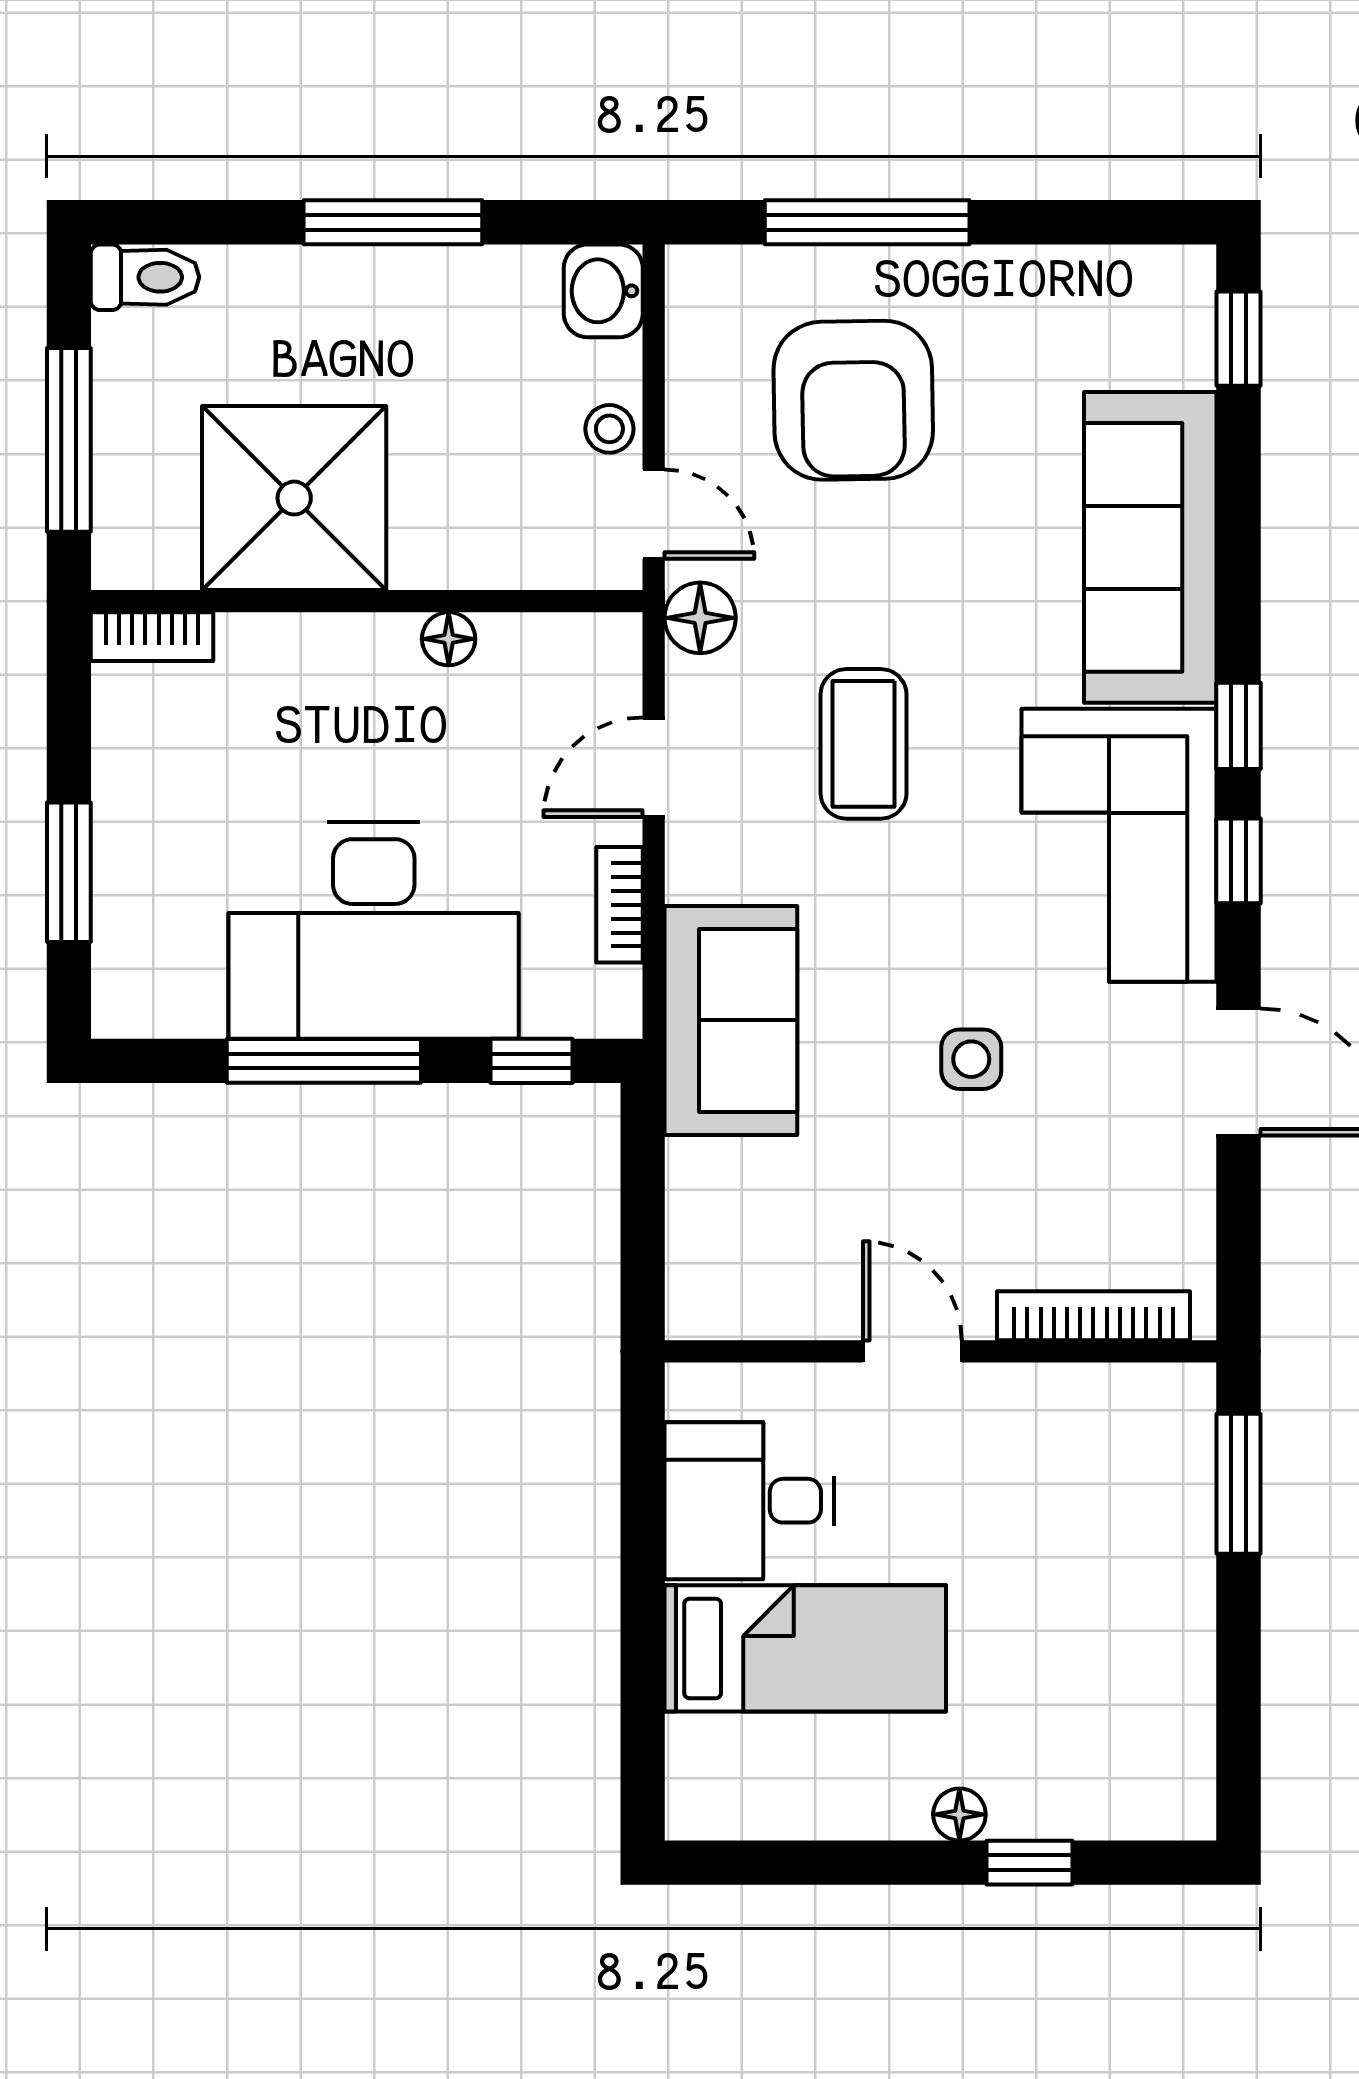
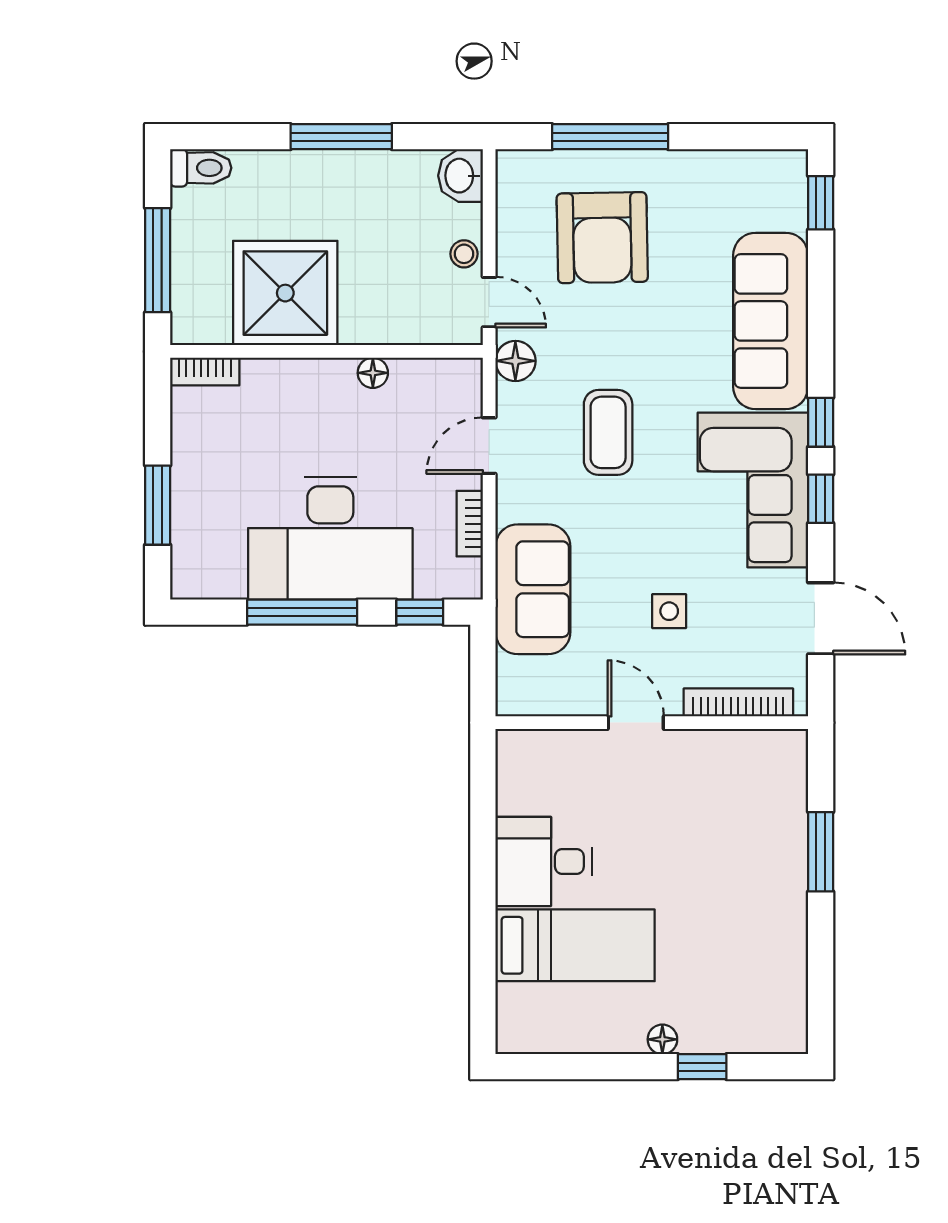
bookcase: (1093, 1316) -> (738, 702), moved
door: (912, 1351) -> (636, 723), moved
wall: (941, 1351) -> (652, 723), moved

